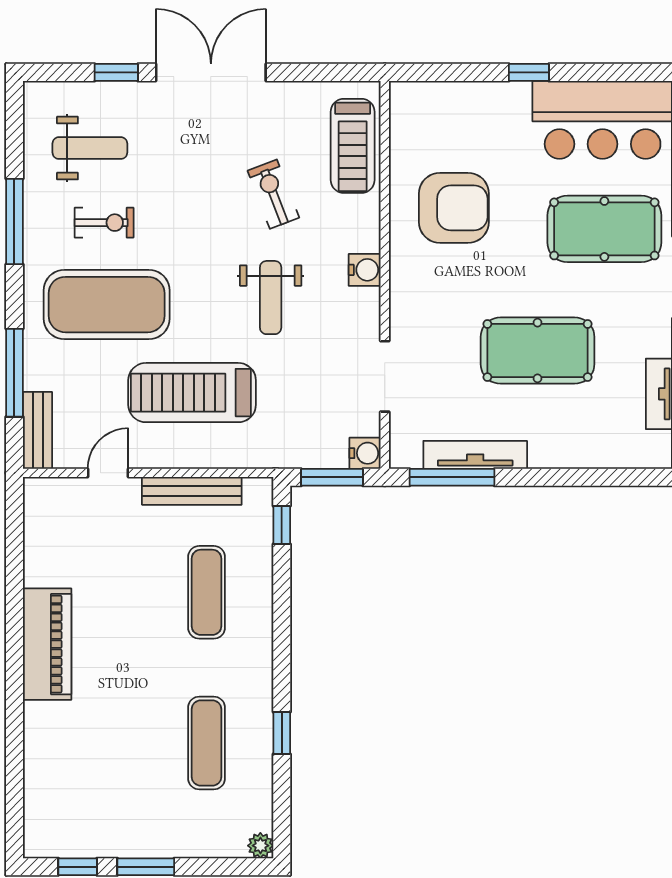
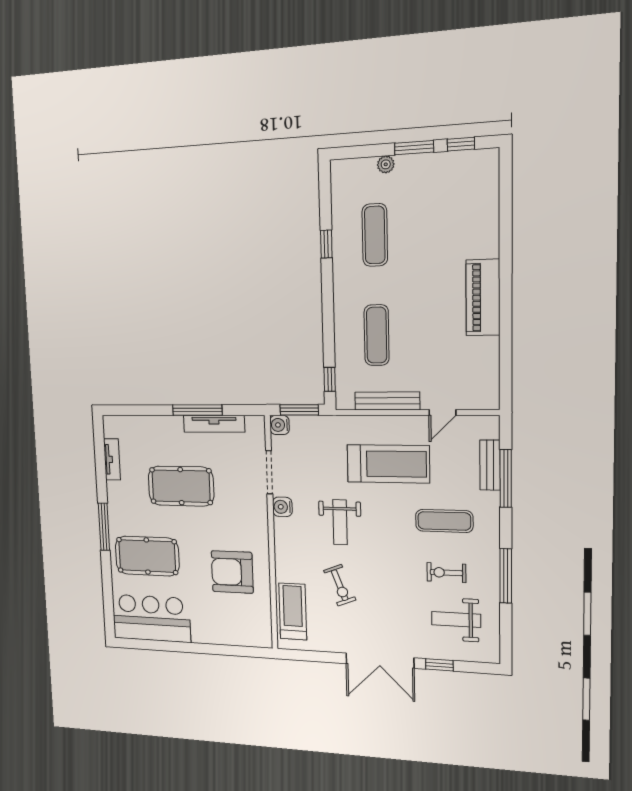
window: (529, 72) -> (193, 648), removed
water cooler: (365, 270) -> (282, 507), moved
weight bench: (271, 298) -> (340, 522), turned 180
exercise mat: (107, 305) -> (444, 521), width x0.50, depth x0.69
bench: (38, 430) -> (490, 465), moved
window: (452, 477) -> (197, 410), moved
plant: (260, 846) -> (386, 164), moved

